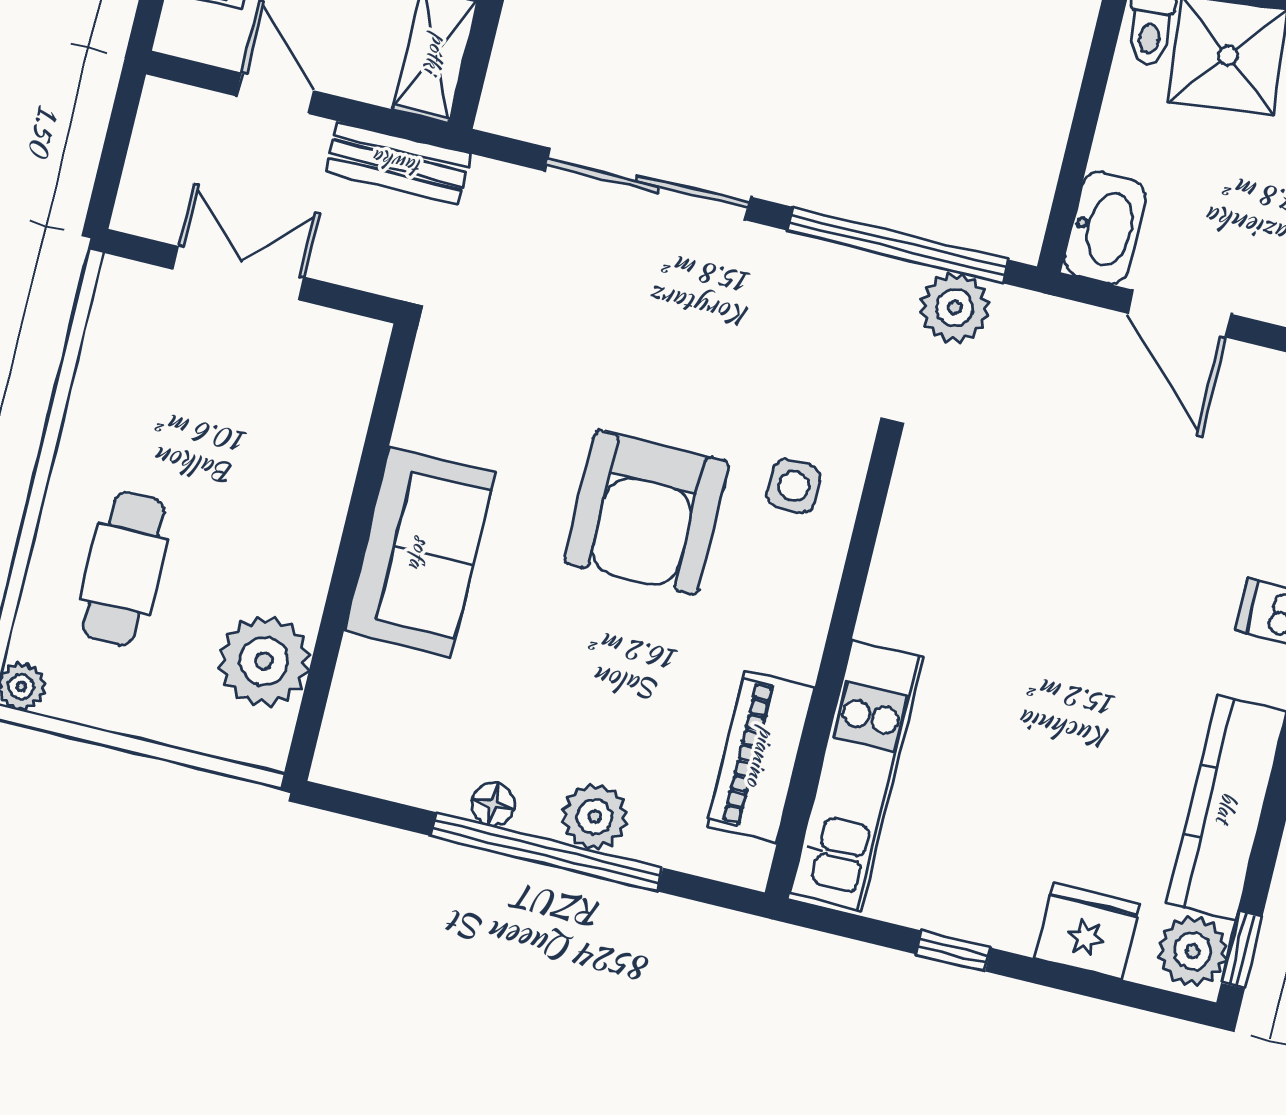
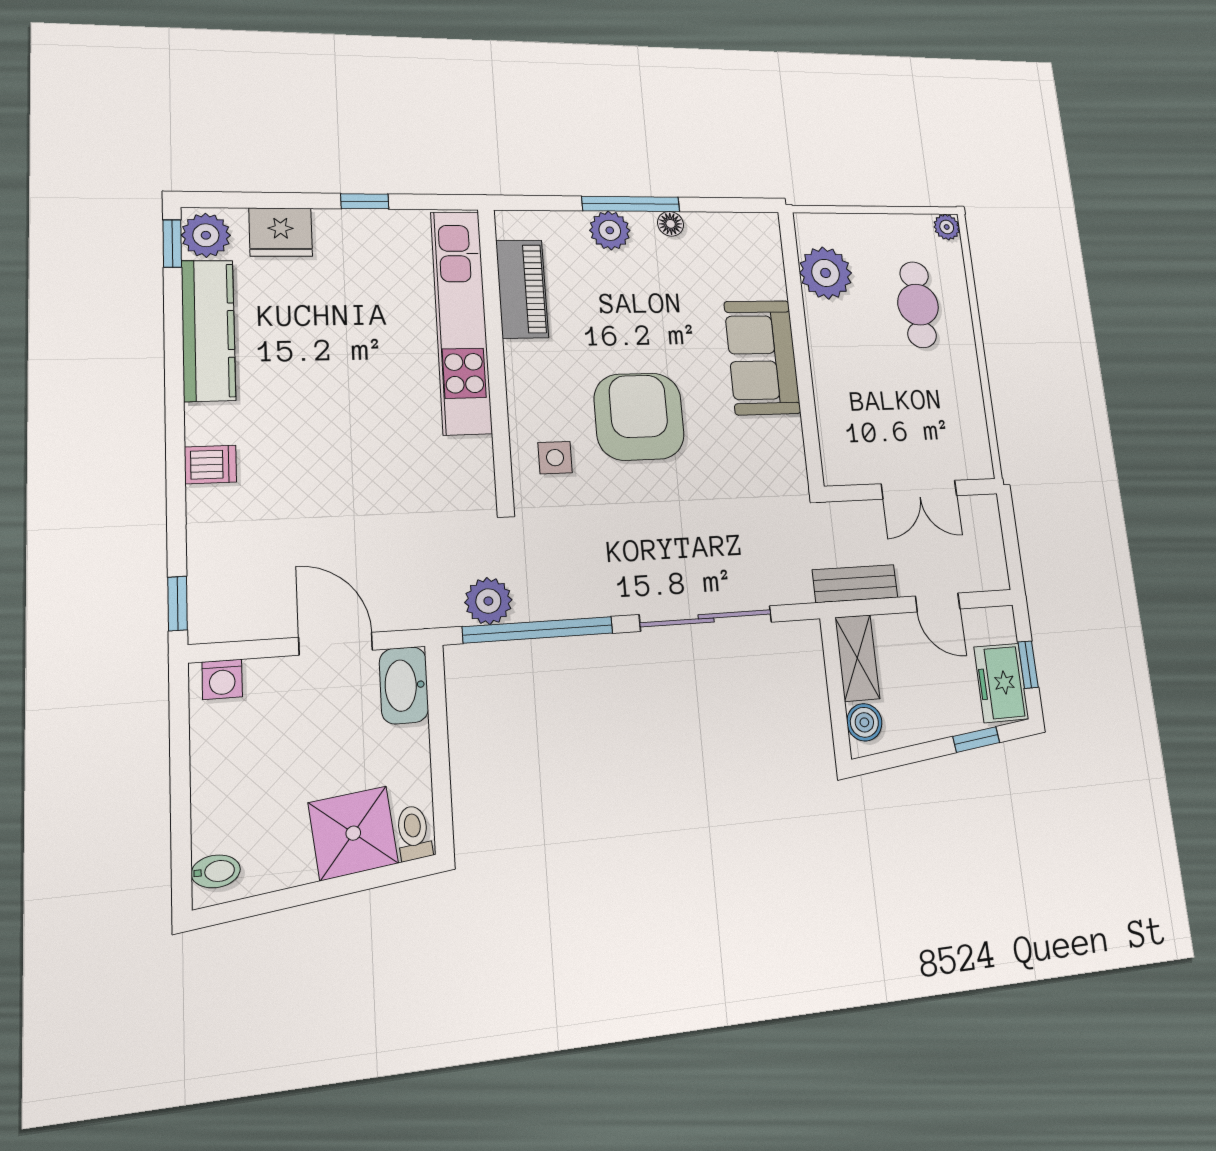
kitchen unit: (856, 775) -> (461, 322), width x1.36
window: (546, 852) -> (631, 204), width x0.68

